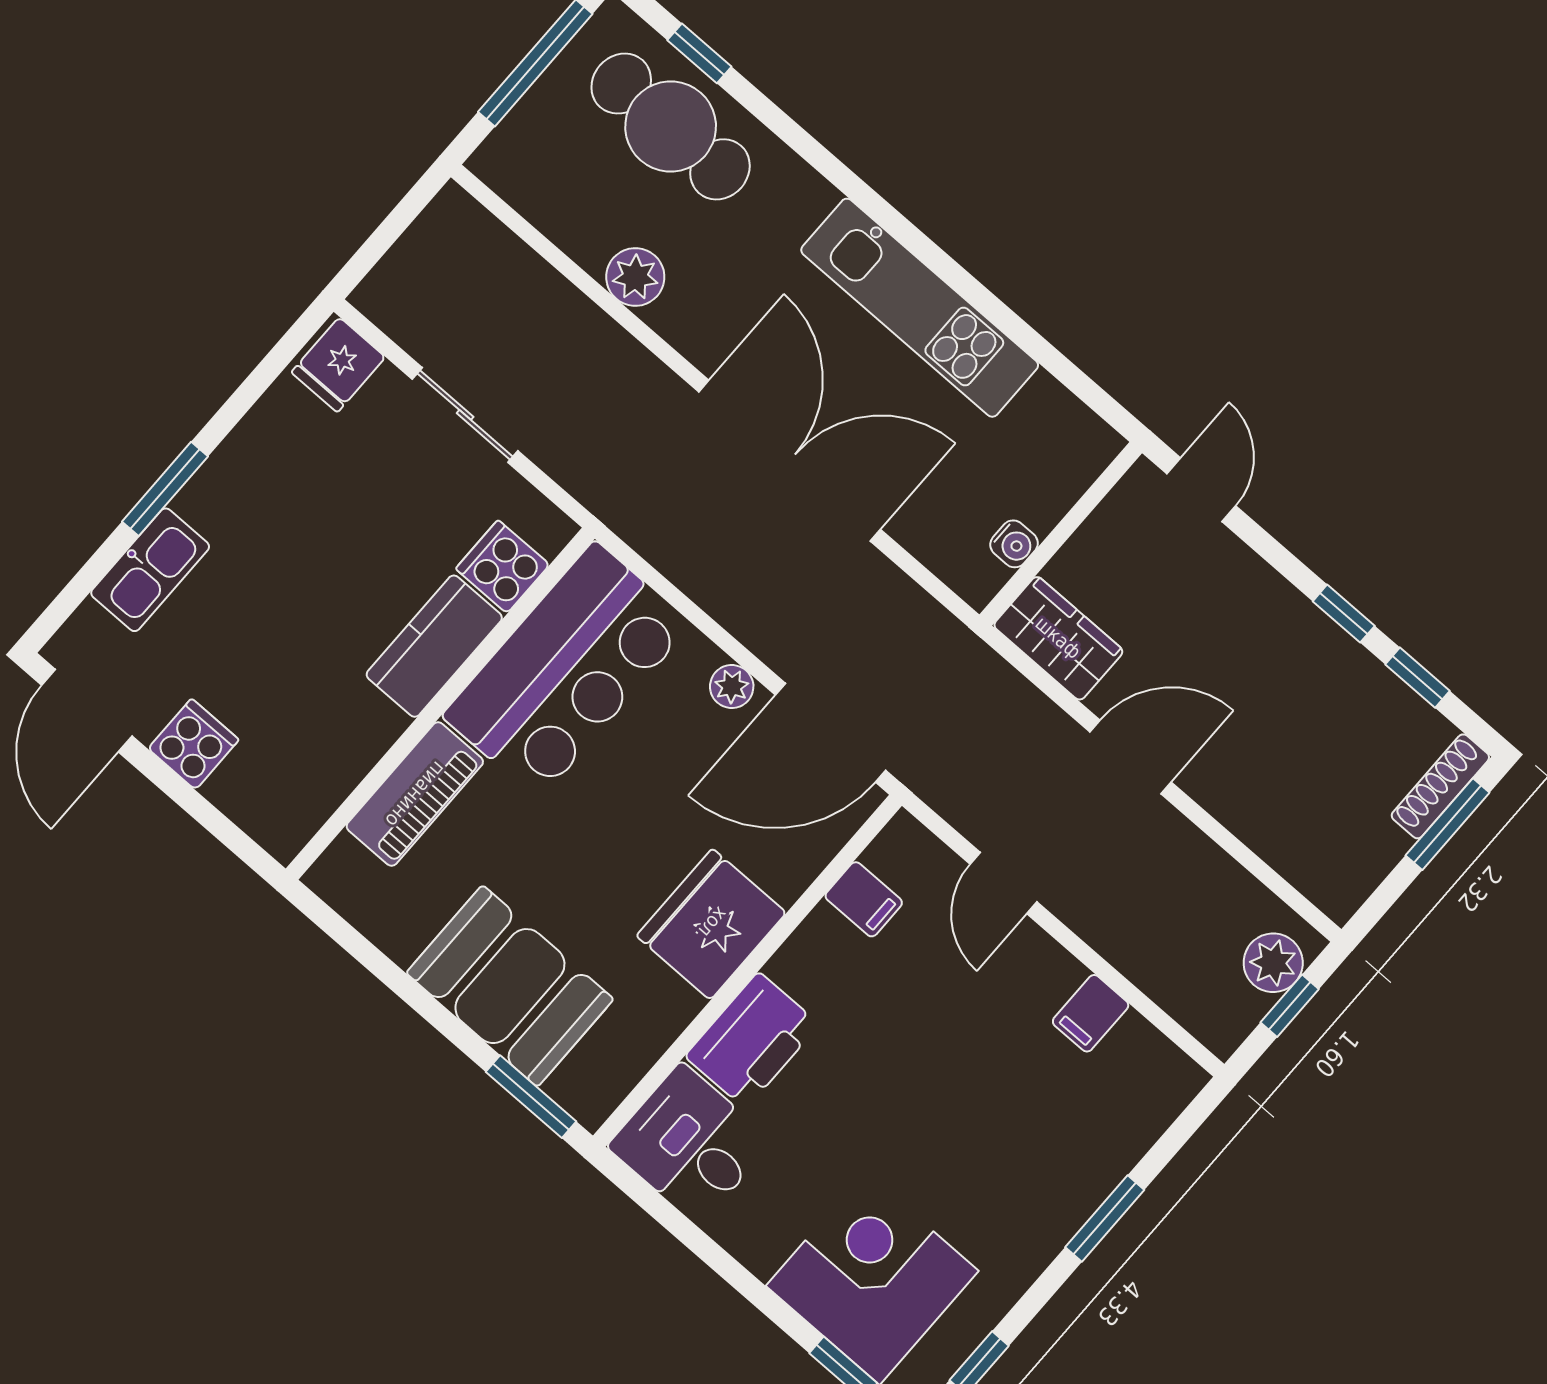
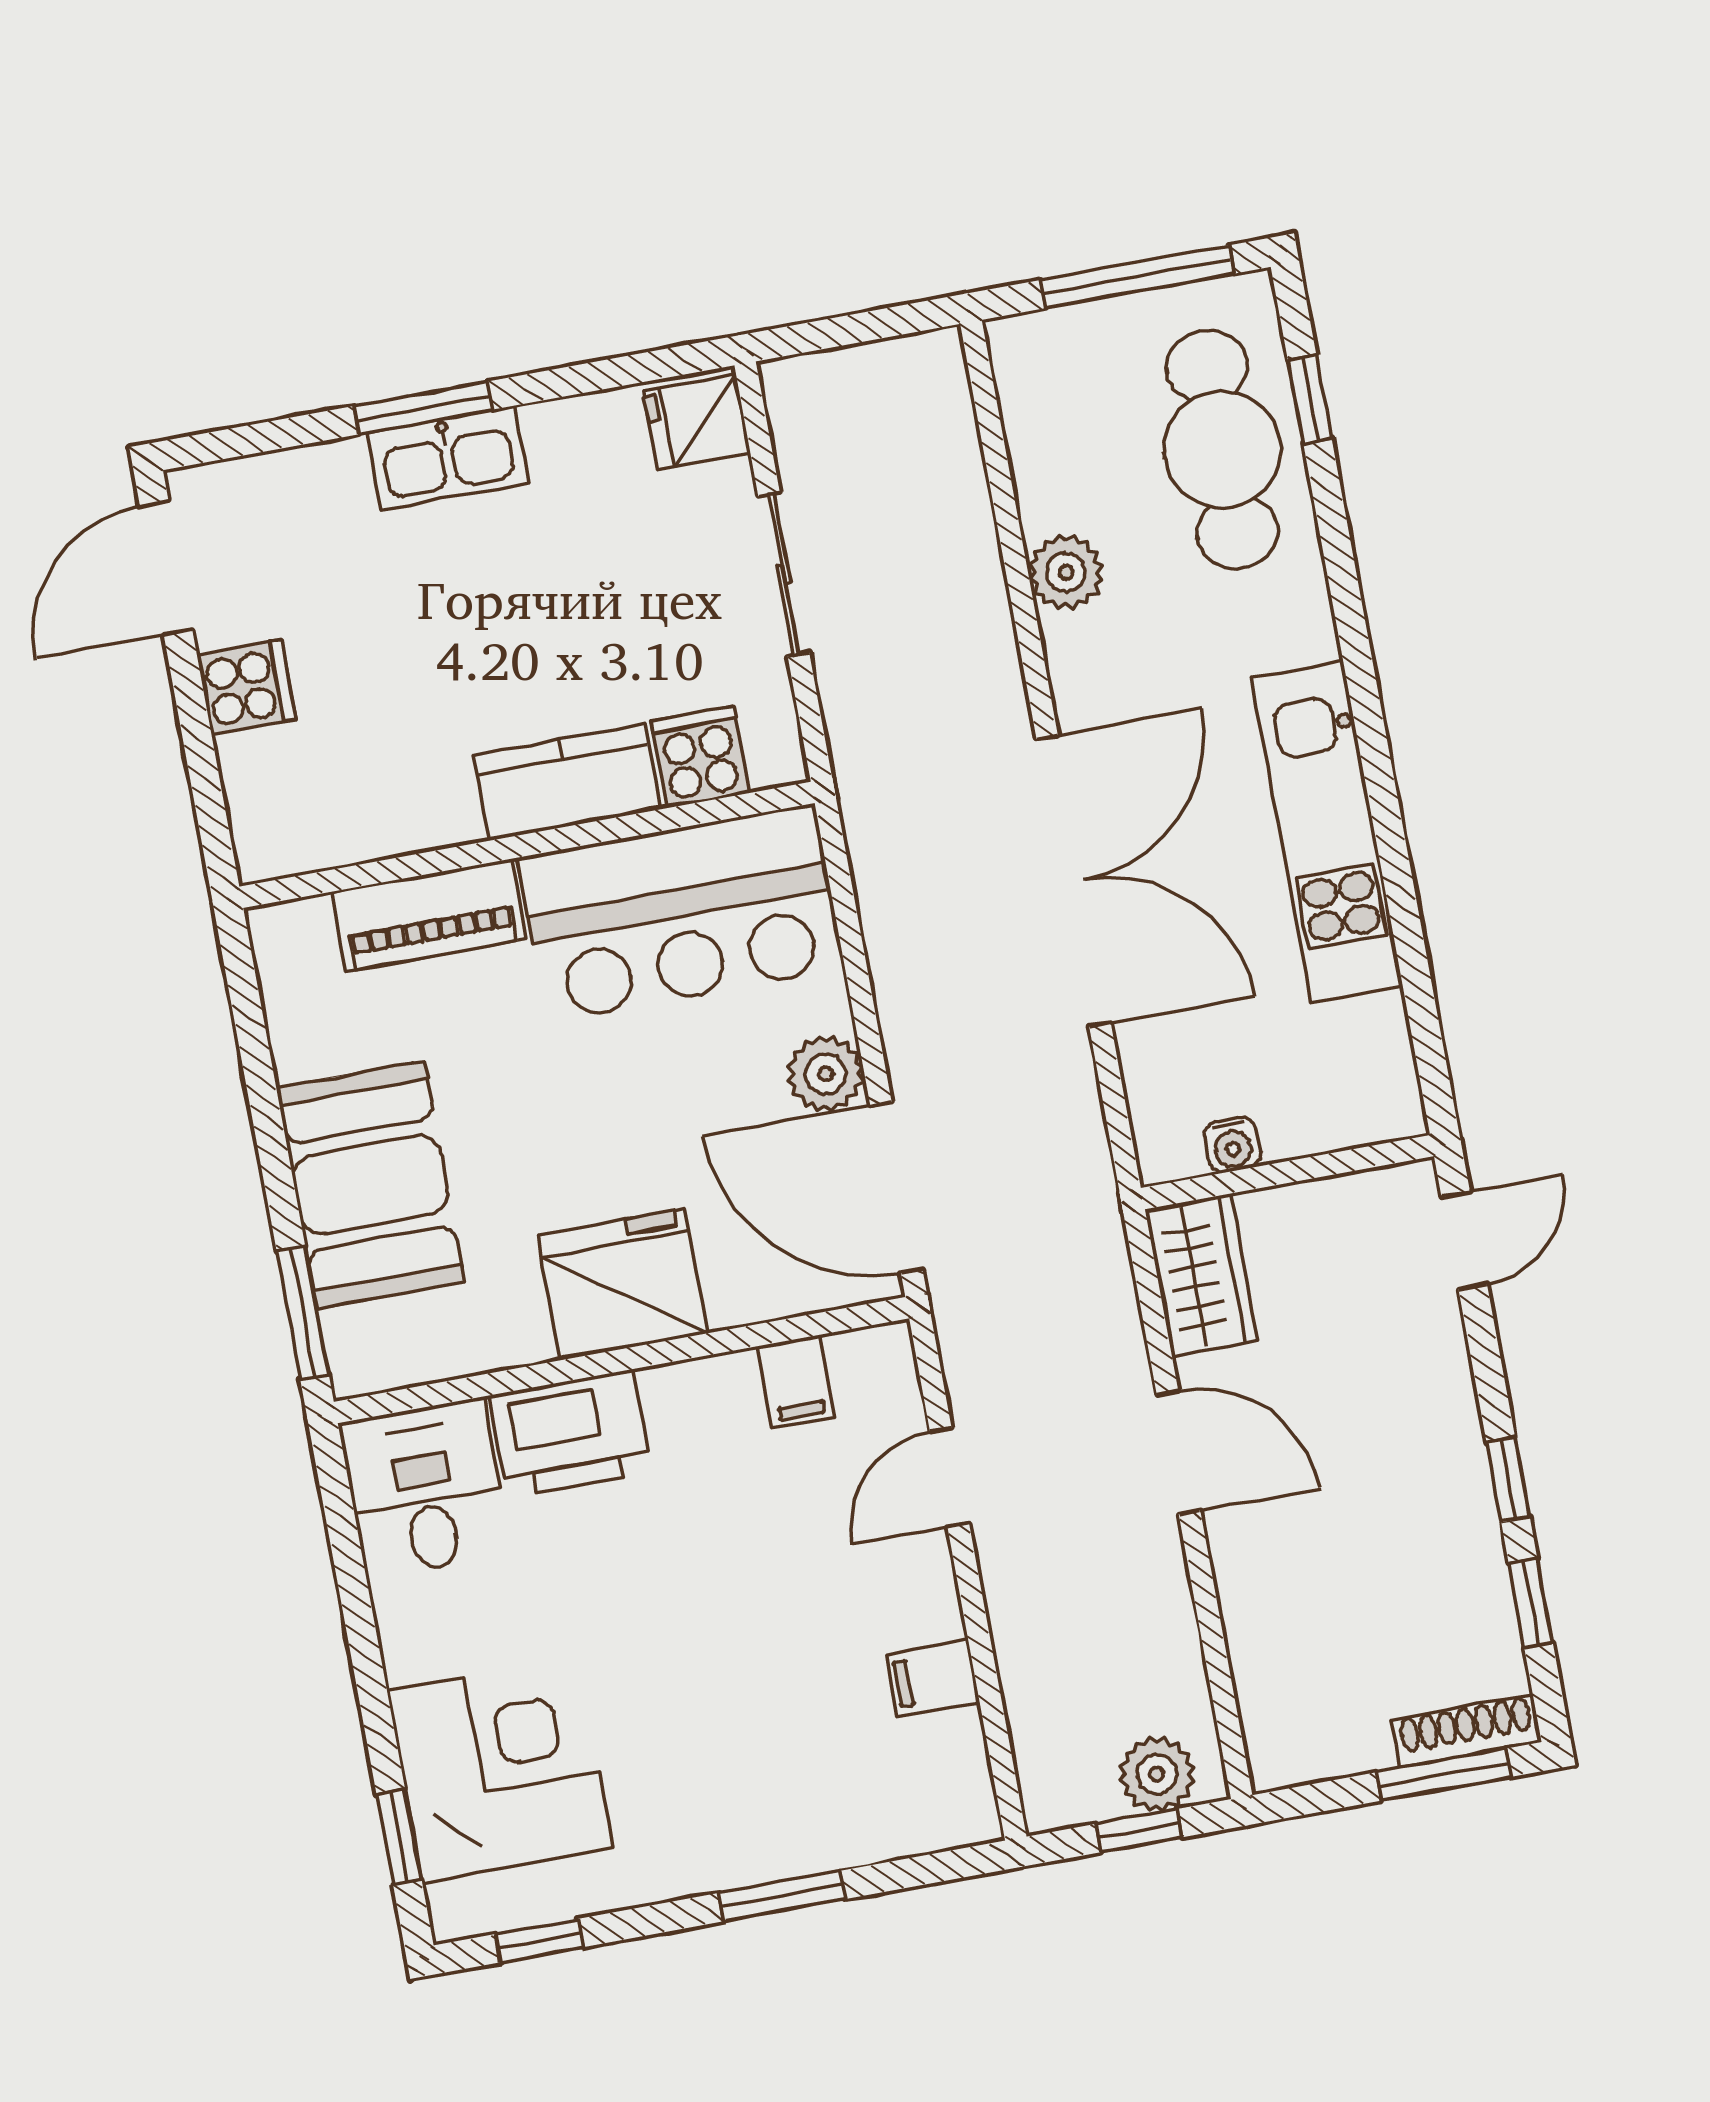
kitchen sink: (150, 570) -> (448, 458), moved
plant: (732, 686) -> (826, 1074), width x1.38, depth x1.38

